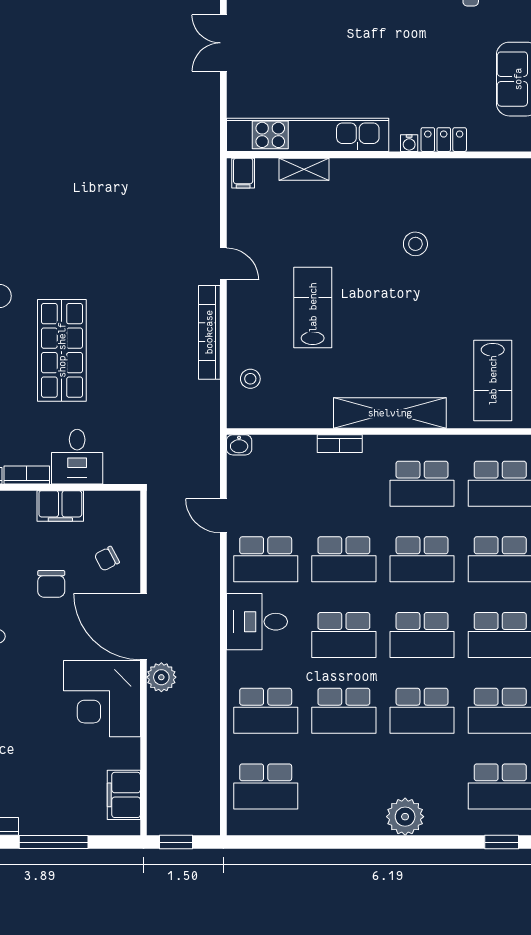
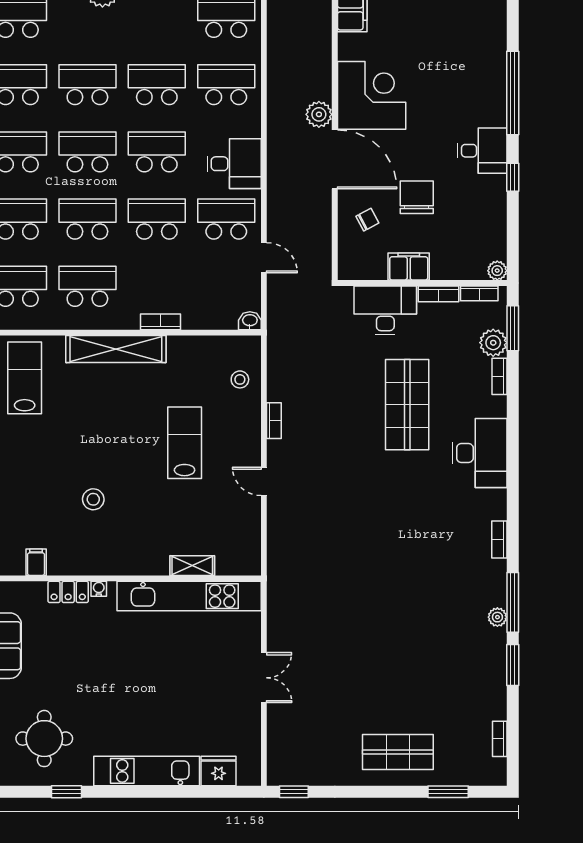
filing cabinet: (243, 173) -> (36, 562), moved
lab bench: (313, 307) -> (185, 443), turned 180
bookcase: (209, 332) -> (274, 421), width x0.43, depth x0.76
desk: (77, 457) -> (385, 310), width x1.37
chair: (51, 584) -> (417, 197), width x1.37, depth x1.37

